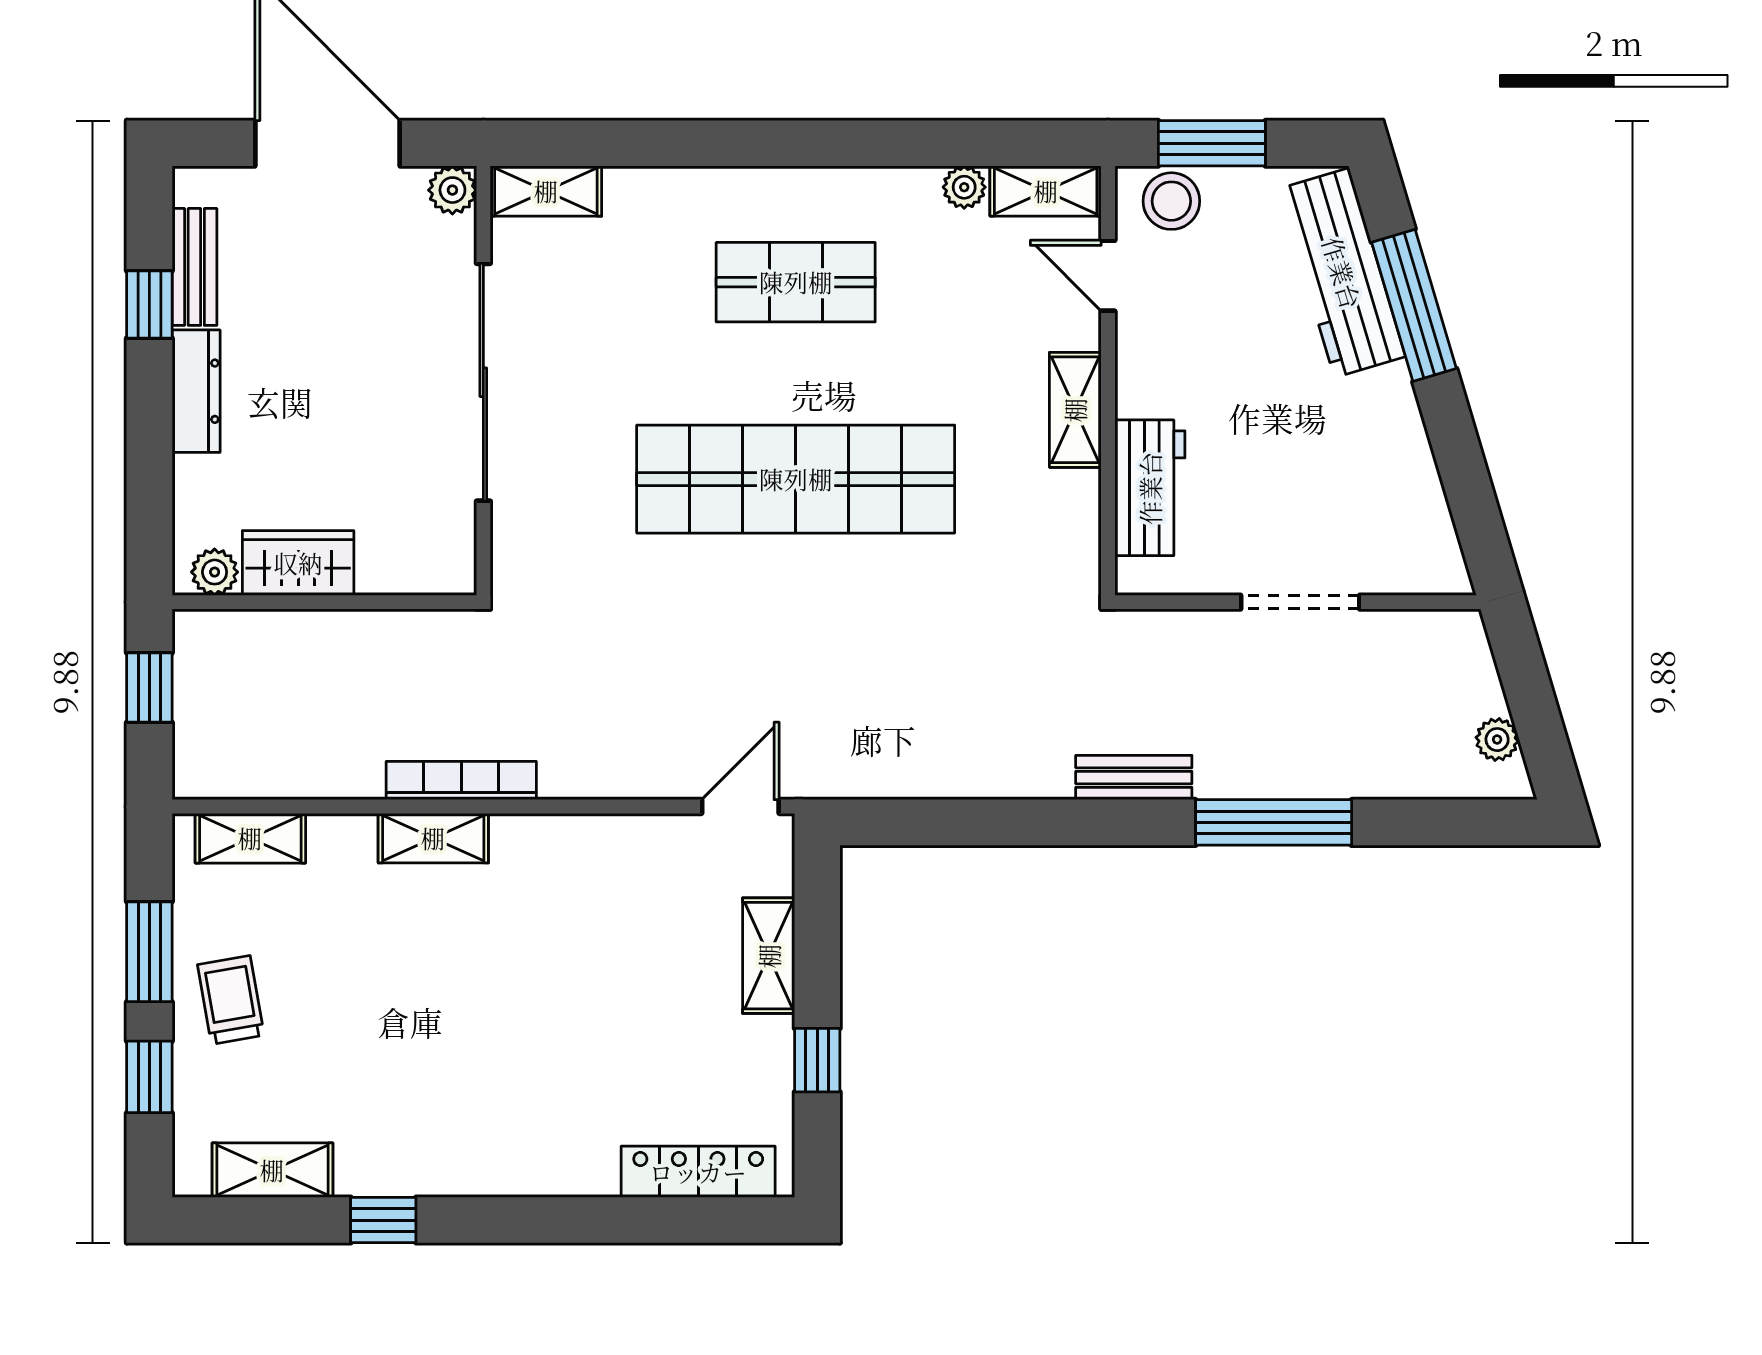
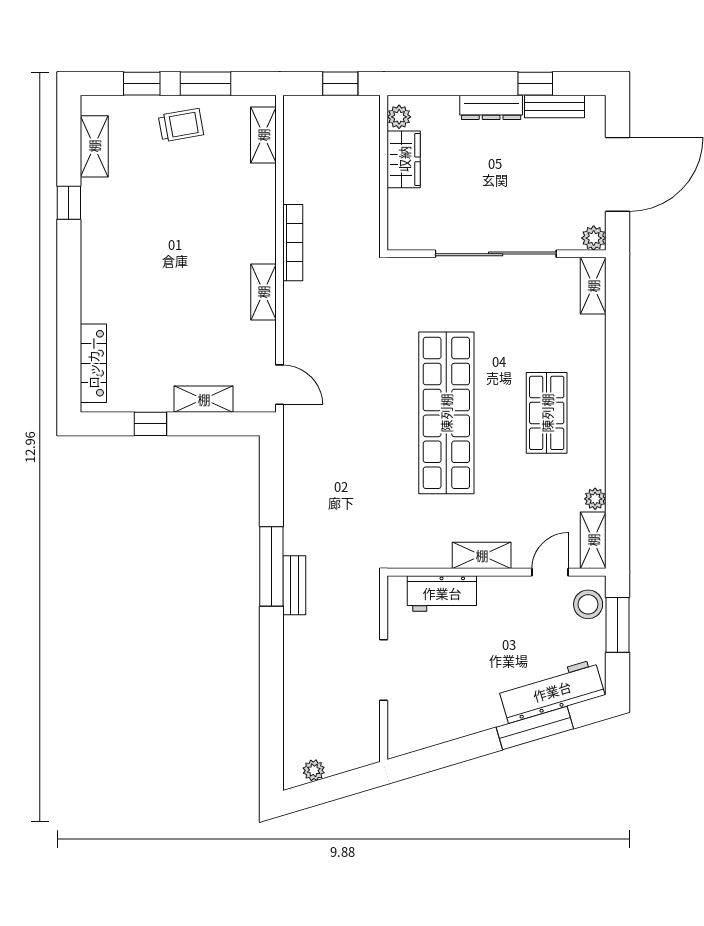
window: (1274, 822) -> (271, 566), moved
shelving: (433, 838) -> (263, 292), moved

